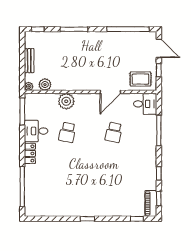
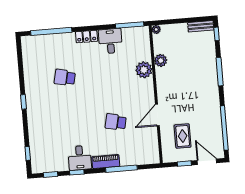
door: (159, 48) -> (207, 162), swing flipped
bench: (29, 61) -> (201, 26), moved
rug: (141, 79) -> (183, 136), moved
plant: (45, 85) -> (161, 60), moved
door: (110, 92) -> (157, 115), hinge flipped
desk: (145, 104) -> (80, 158), moved
school desk: (67, 132) -> (65, 78), moved
piano: (151, 203) -> (106, 162), moved

